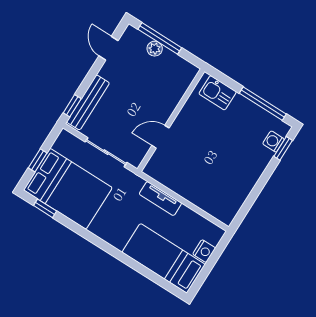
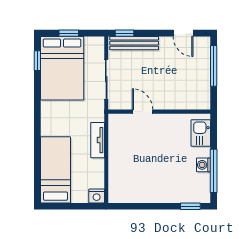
door: (109, 48) -> (183, 33), swing flipped
plant: (155, 49) -> (204, 67), removed
washing machine: (273, 141) -> (204, 165), moved, turned -90
nightstand: (204, 251) -> (97, 196), moved

